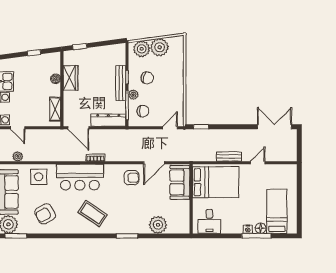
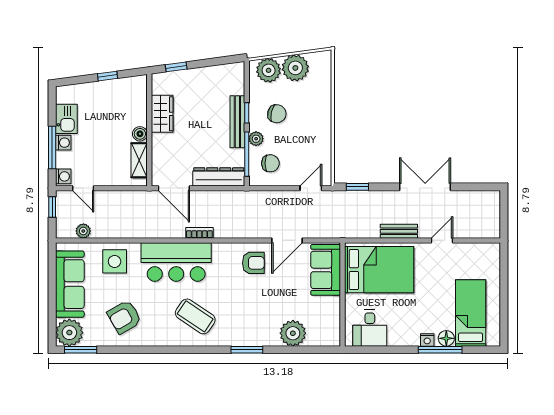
boiler: (56, 79) -> (140, 134), moved
double door: (274, 127) -> (425, 187), moved

